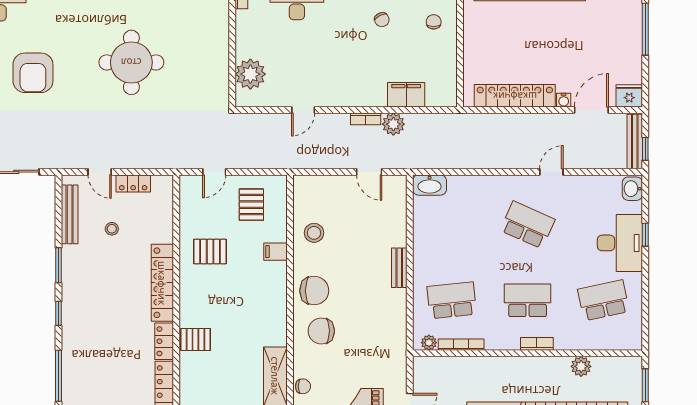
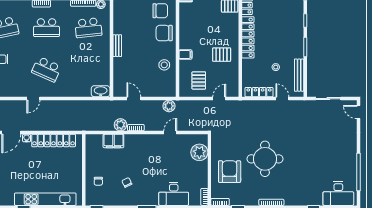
armchair: (33, 73) -> (230, 172), moved
plant: (305, 158) -> (169, 106), added
locker: (133, 183) -> (259, 92), width x1.53

